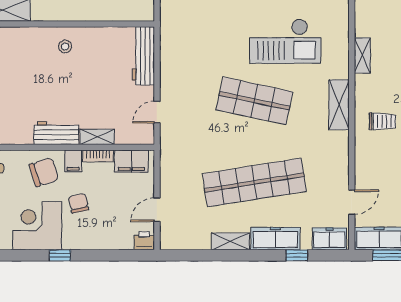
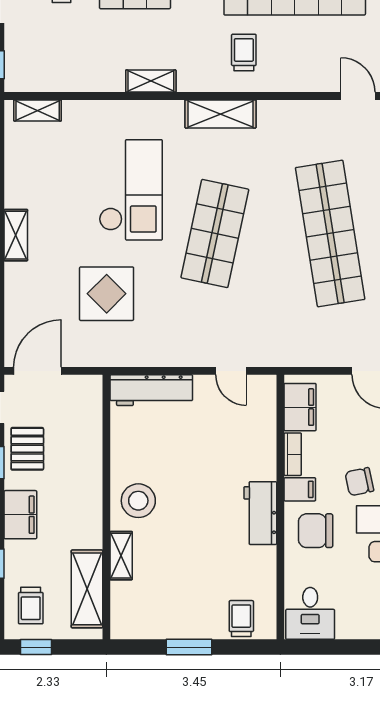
display table: (212, 24) -> (107, 294), added
stool: (65, 47) -> (138, 501), width x1.89, depth x1.89
shelving: (97, 137) -> (121, 556), moved
chair: (44, 172) -> (316, 531), turned -72

